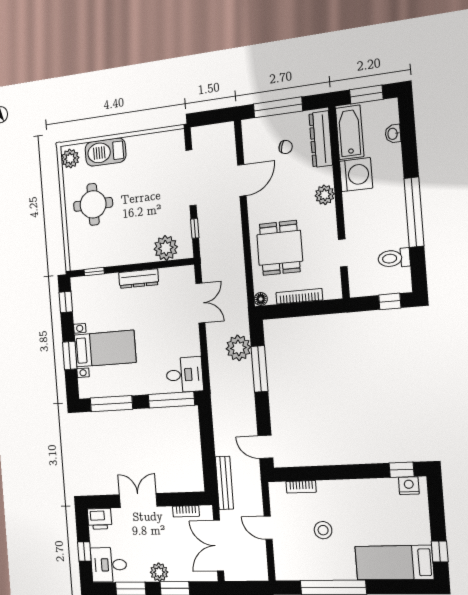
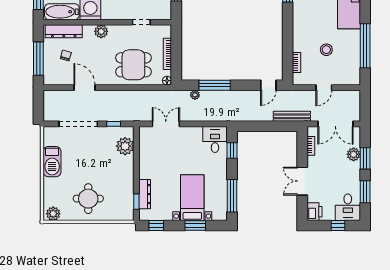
barbecue: (105, 152) -> (52, 162), moved
dresser: (139, 279) -> (145, 194), moved
plant: (238, 348) -> (195, 95), width x0.53, depth x0.53
window: (171, 400) -> (232, 150), width x0.46
plant: (159, 572) -> (354, 154), moved

